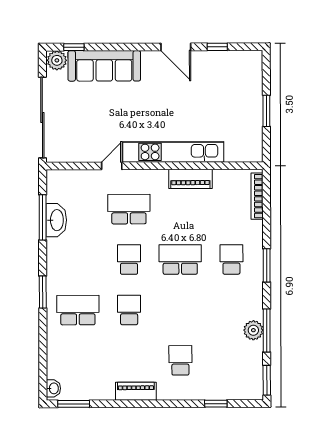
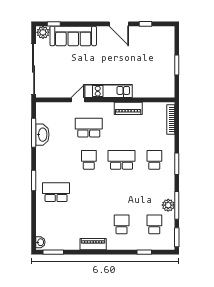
kitchen unit: (173, 152) -> (109, 91), width x0.73
school desk: (129, 310) -> (154, 224), moved

